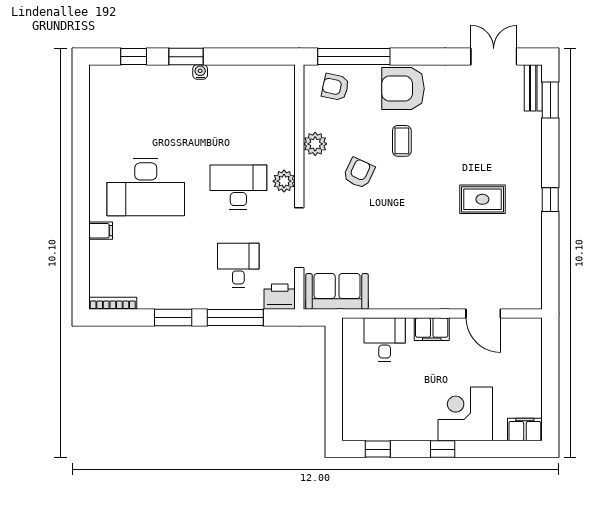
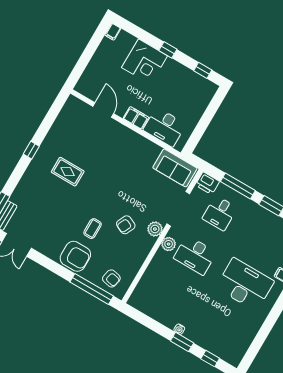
plant: (315, 144) -> (155, 229), moved
desk: (385, 340) -> (165, 127), width x1.37
filing cabinet: (525, 430) -> (113, 32), width x0.50

